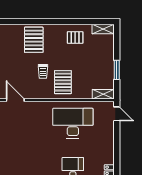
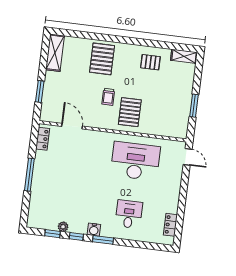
shelving: (103, 94) -> (175, 132), removed

